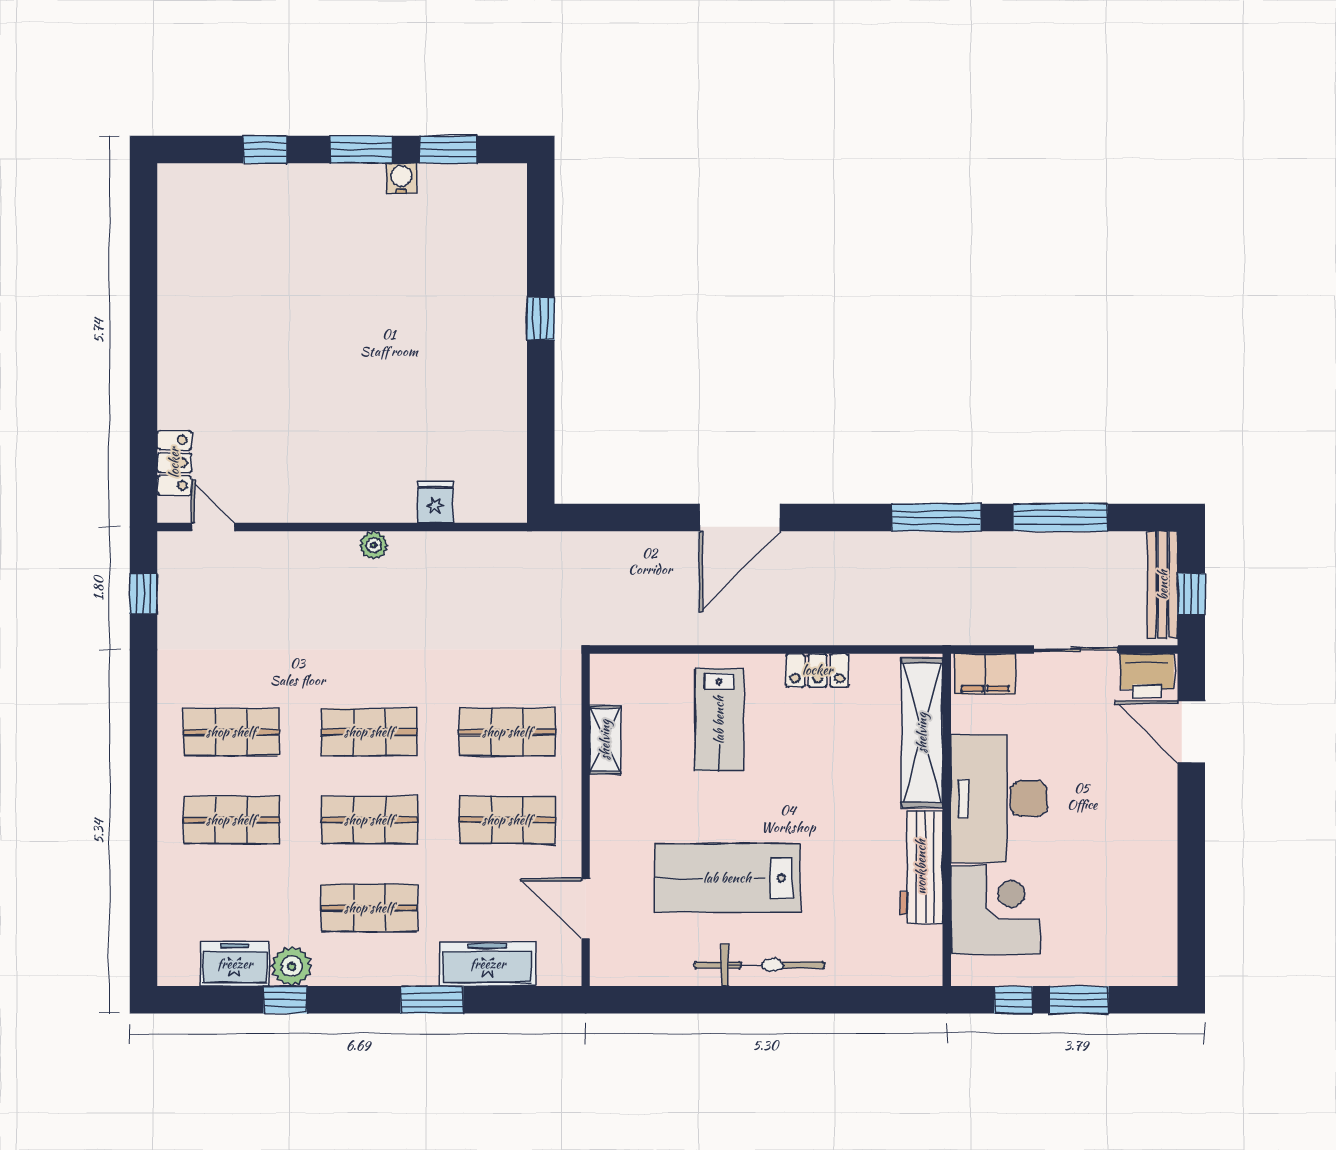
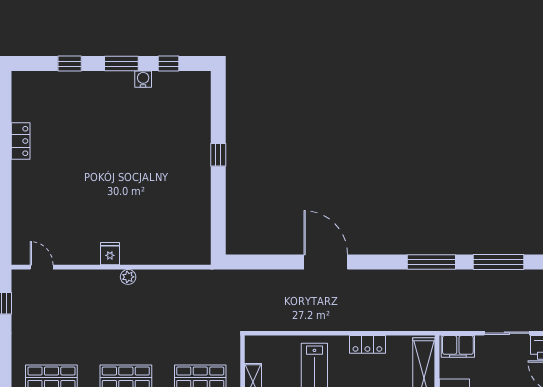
window: (448, 150) -> (168, 64), width x0.67
locker: (174, 463) -> (21, 141), moved
fridge: (435, 502) -> (110, 254), moved
door: (740, 517) -> (326, 262), swing flipped

